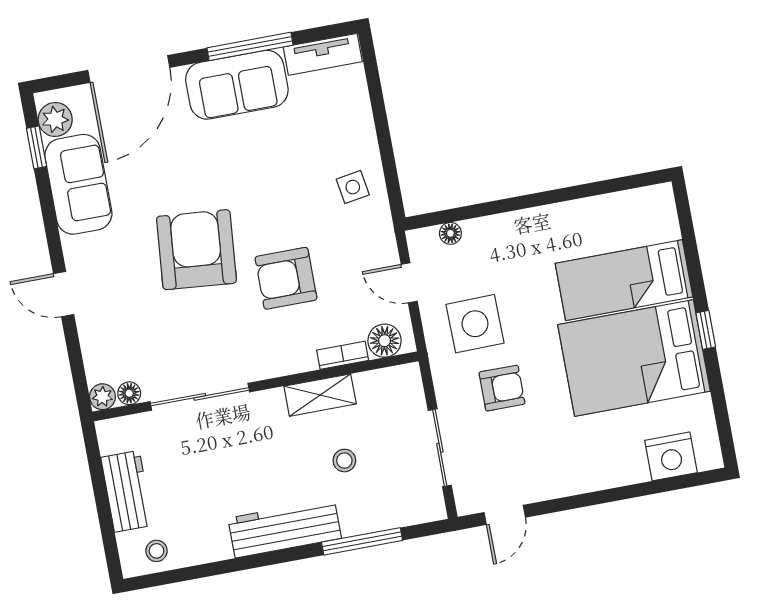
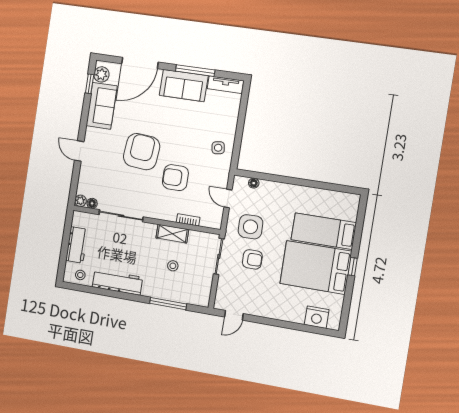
floor lamp: (385, 341) -> (208, 220), removed
sliding door: (440, 448) -> (219, 256), moved
workbench: (285, 528) -> (117, 282), moved

